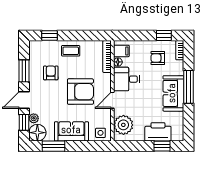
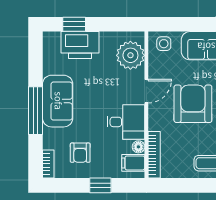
window: (164, 36) -> (100, 185), moved
armchair: (158, 58) -> (80, 153), turned 90
armchair: (80, 92) -> (193, 104), turned 90

